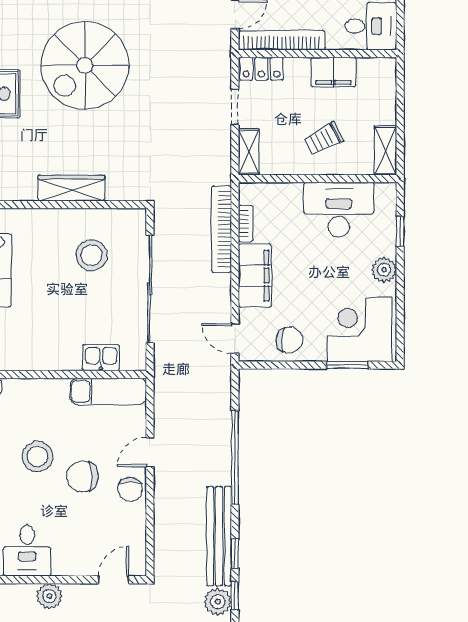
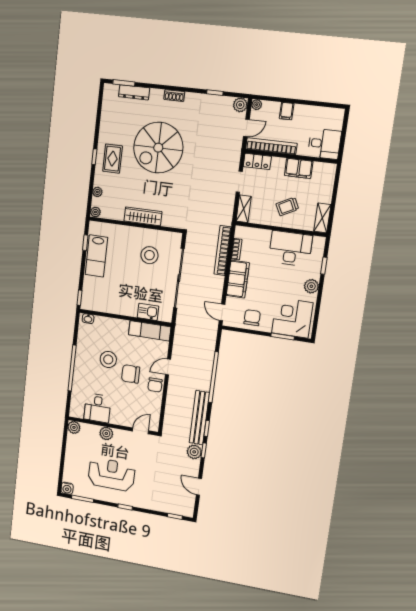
chair: (289, 340) -> (252, 318), turned -93

